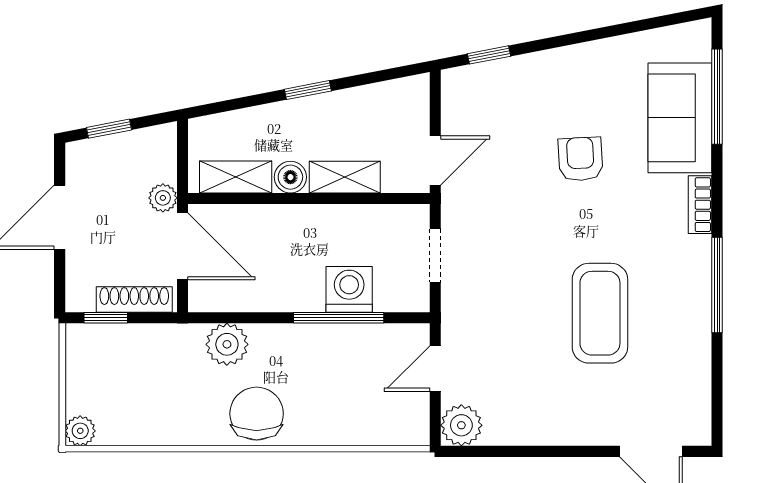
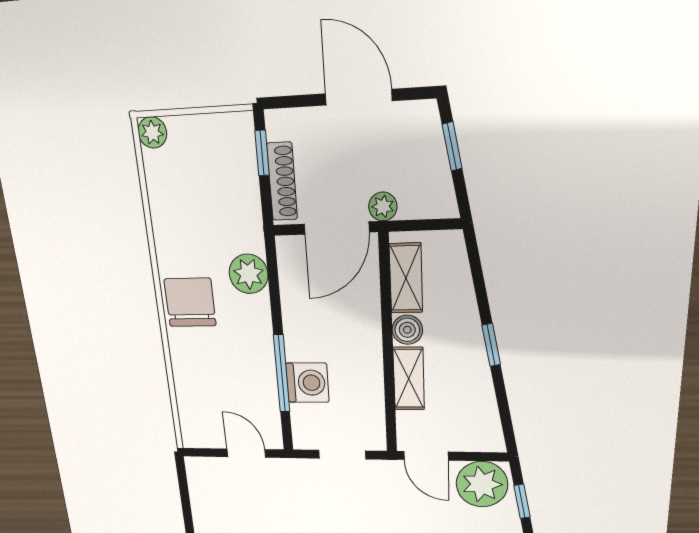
chair: (257, 414) -> (190, 302), turned -90
plant: (461, 425) -> (482, 484), moved, width x1.36, depth x1.36

